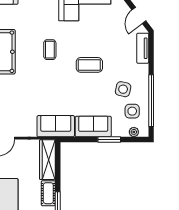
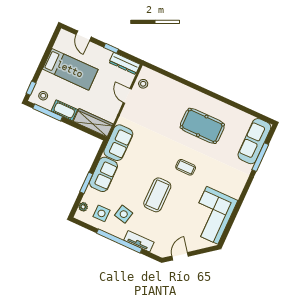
door: (139, 15) -> (180, 256), hinge flipped
tv unit: (143, 48) -> (139, 241), moved
coffee table: (89, 65) -> (157, 195), width x1.36, depth x1.32
window: (151, 101) -> (119, 241), moved

